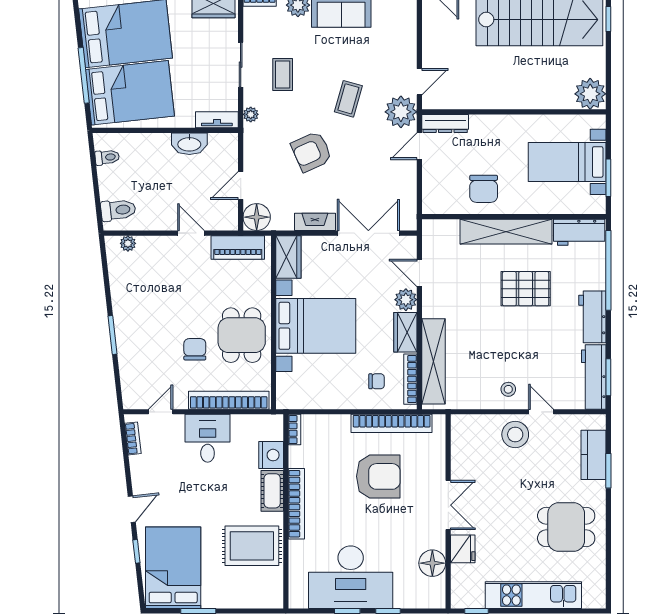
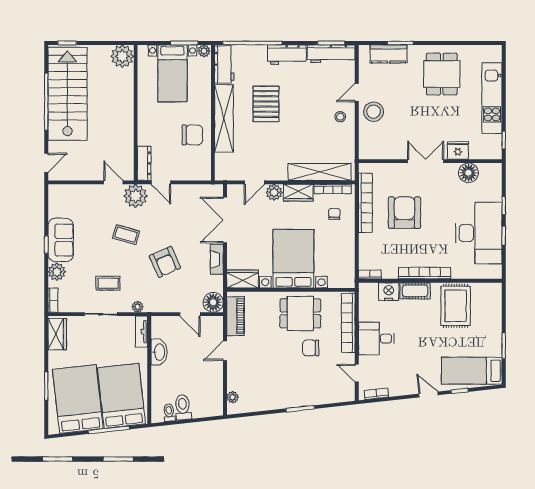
plant: (598, 205) -> (204, 51), added
toilet: (118, 210) -> (183, 407), moved
bed: (173, 568) -> (472, 371), width x0.67

